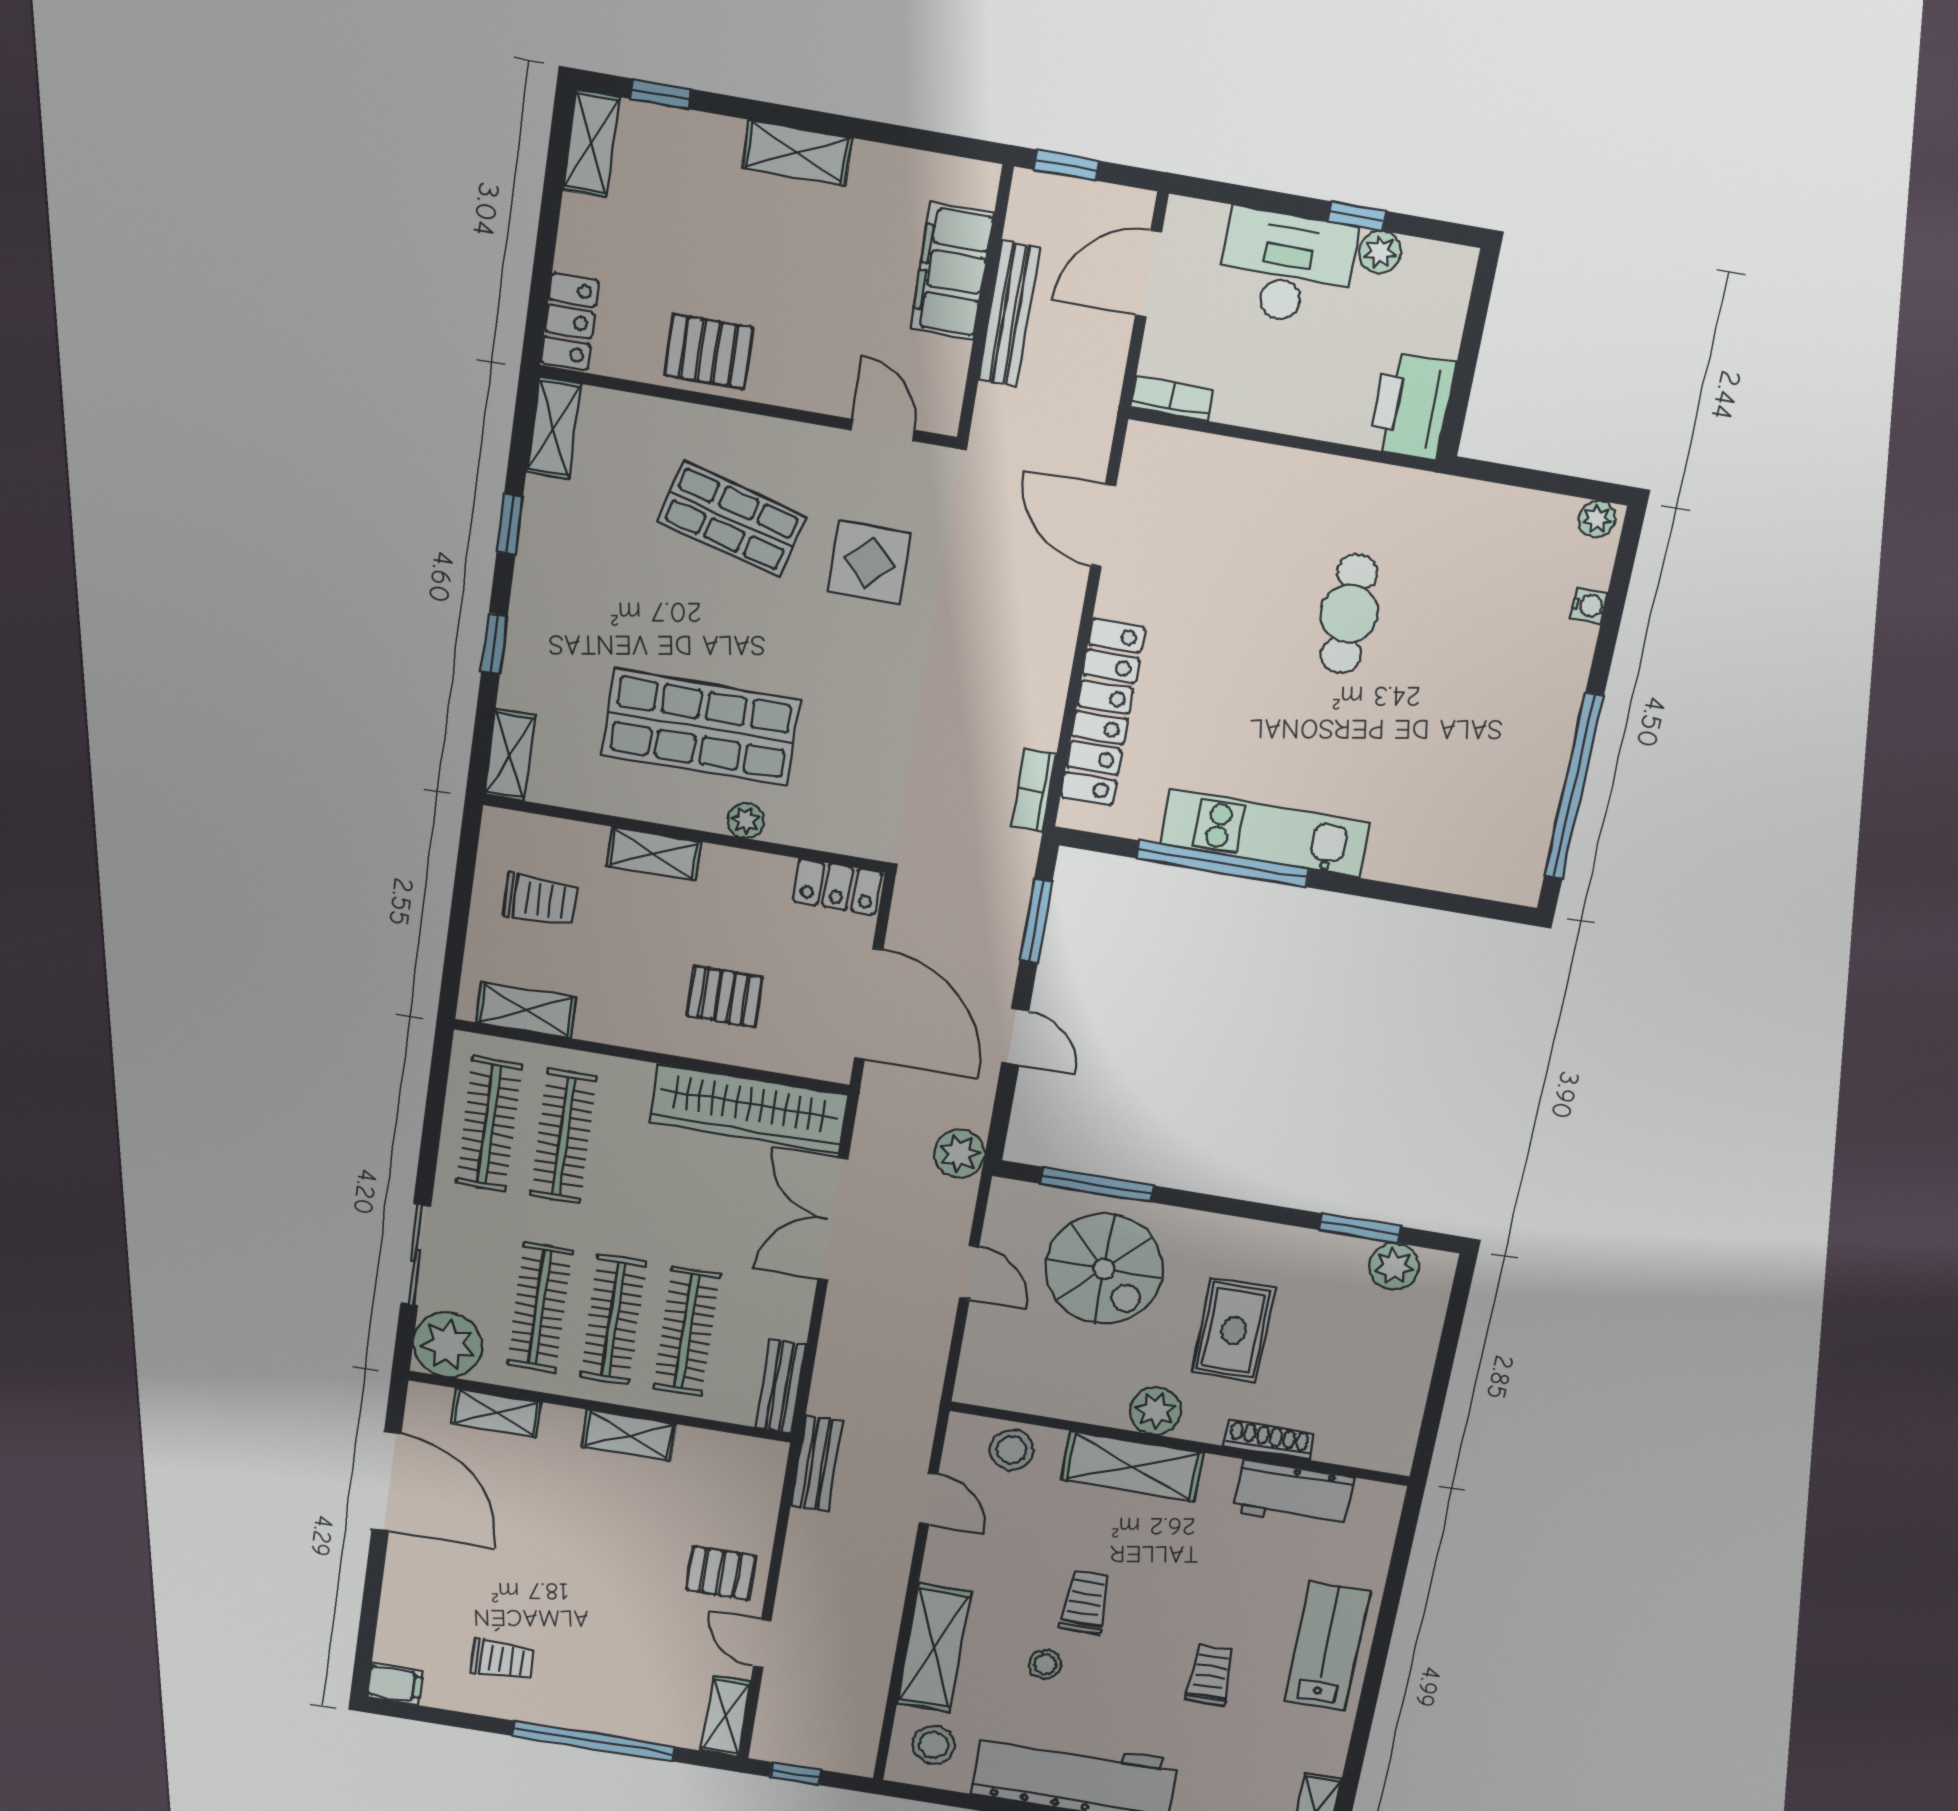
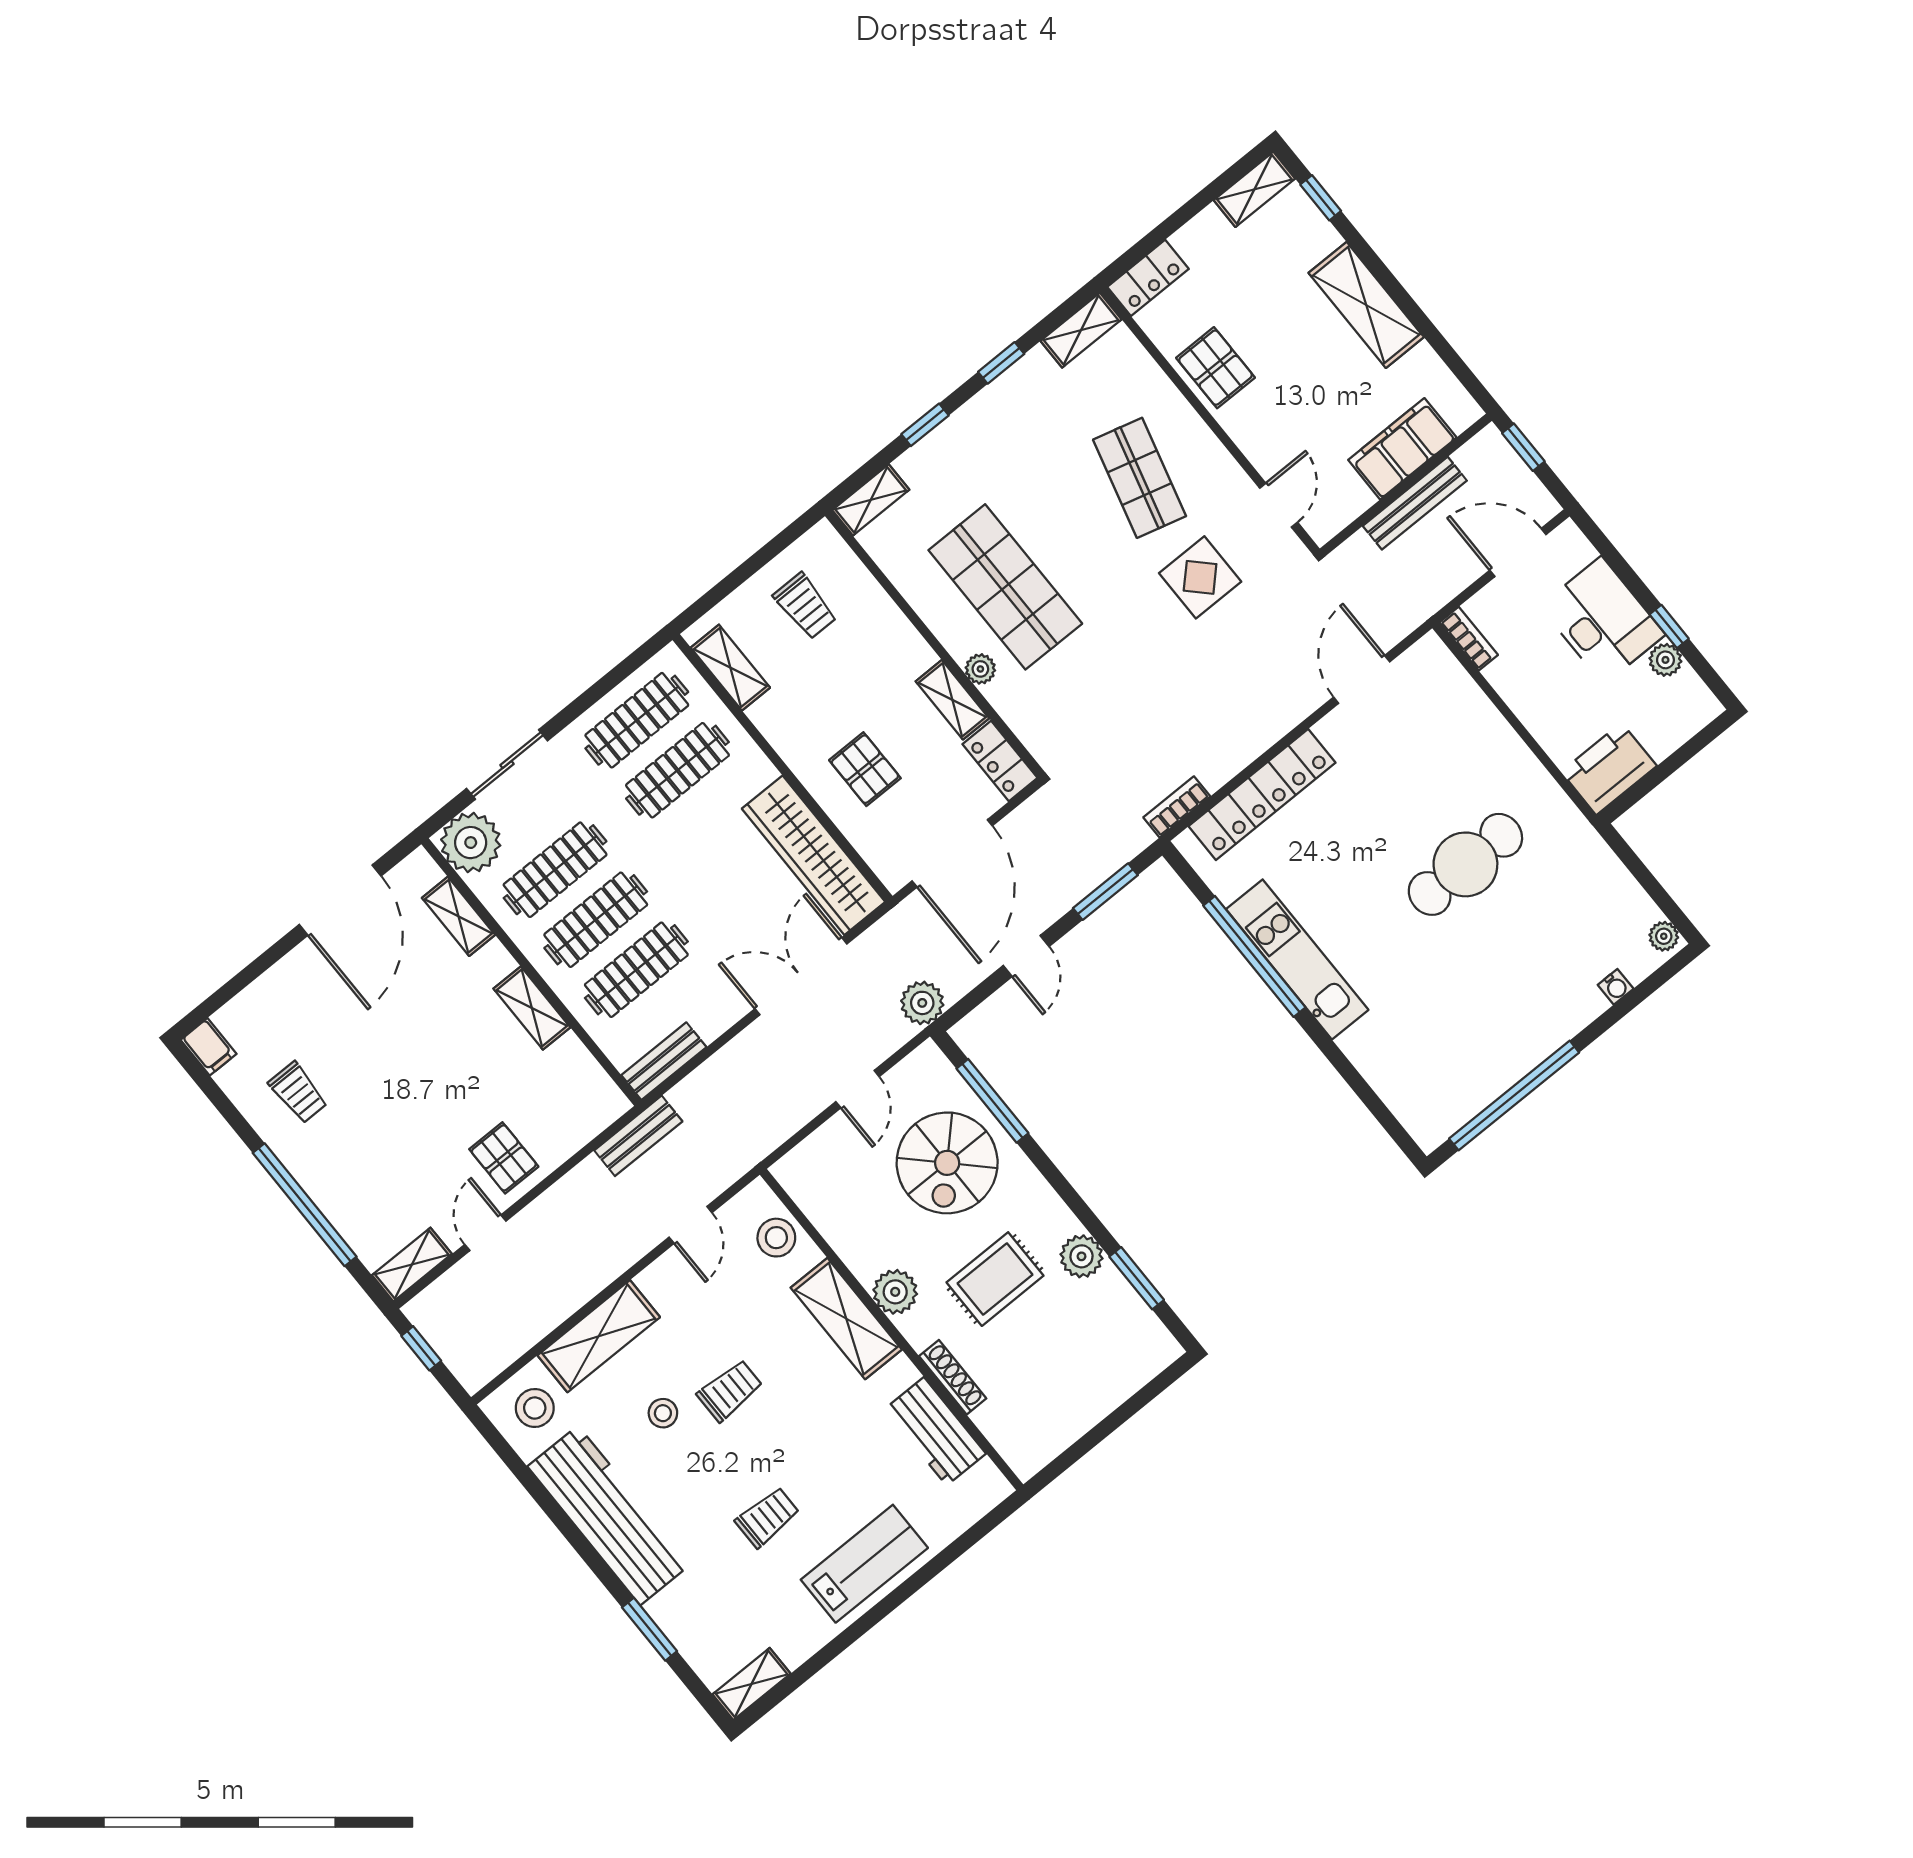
shelving: (797, 153) -> (1366, 305), width x1.50, depth x1.33
cafe table: (1349, 614) -> (1465, 864), width x1.37, depth x1.35
shelving: (654, 854) -> (952, 700), moved
plant: (1394, 1266) -> (1081, 1256), moved

